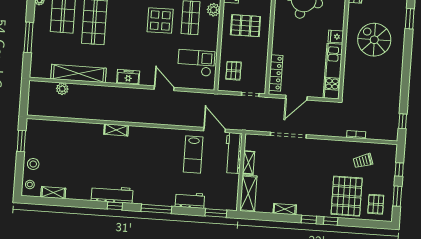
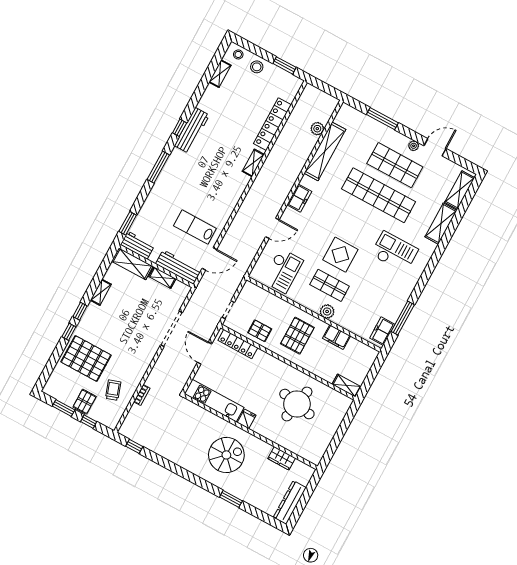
pallet: (234, 71) -> (260, 331), moved
locker: (76, 129) -> (272, 124), added
workbench: (190, 200) -> (138, 245), moved, turned -90
pallet: (376, 204) -> (85, 402), moved, turned 90

